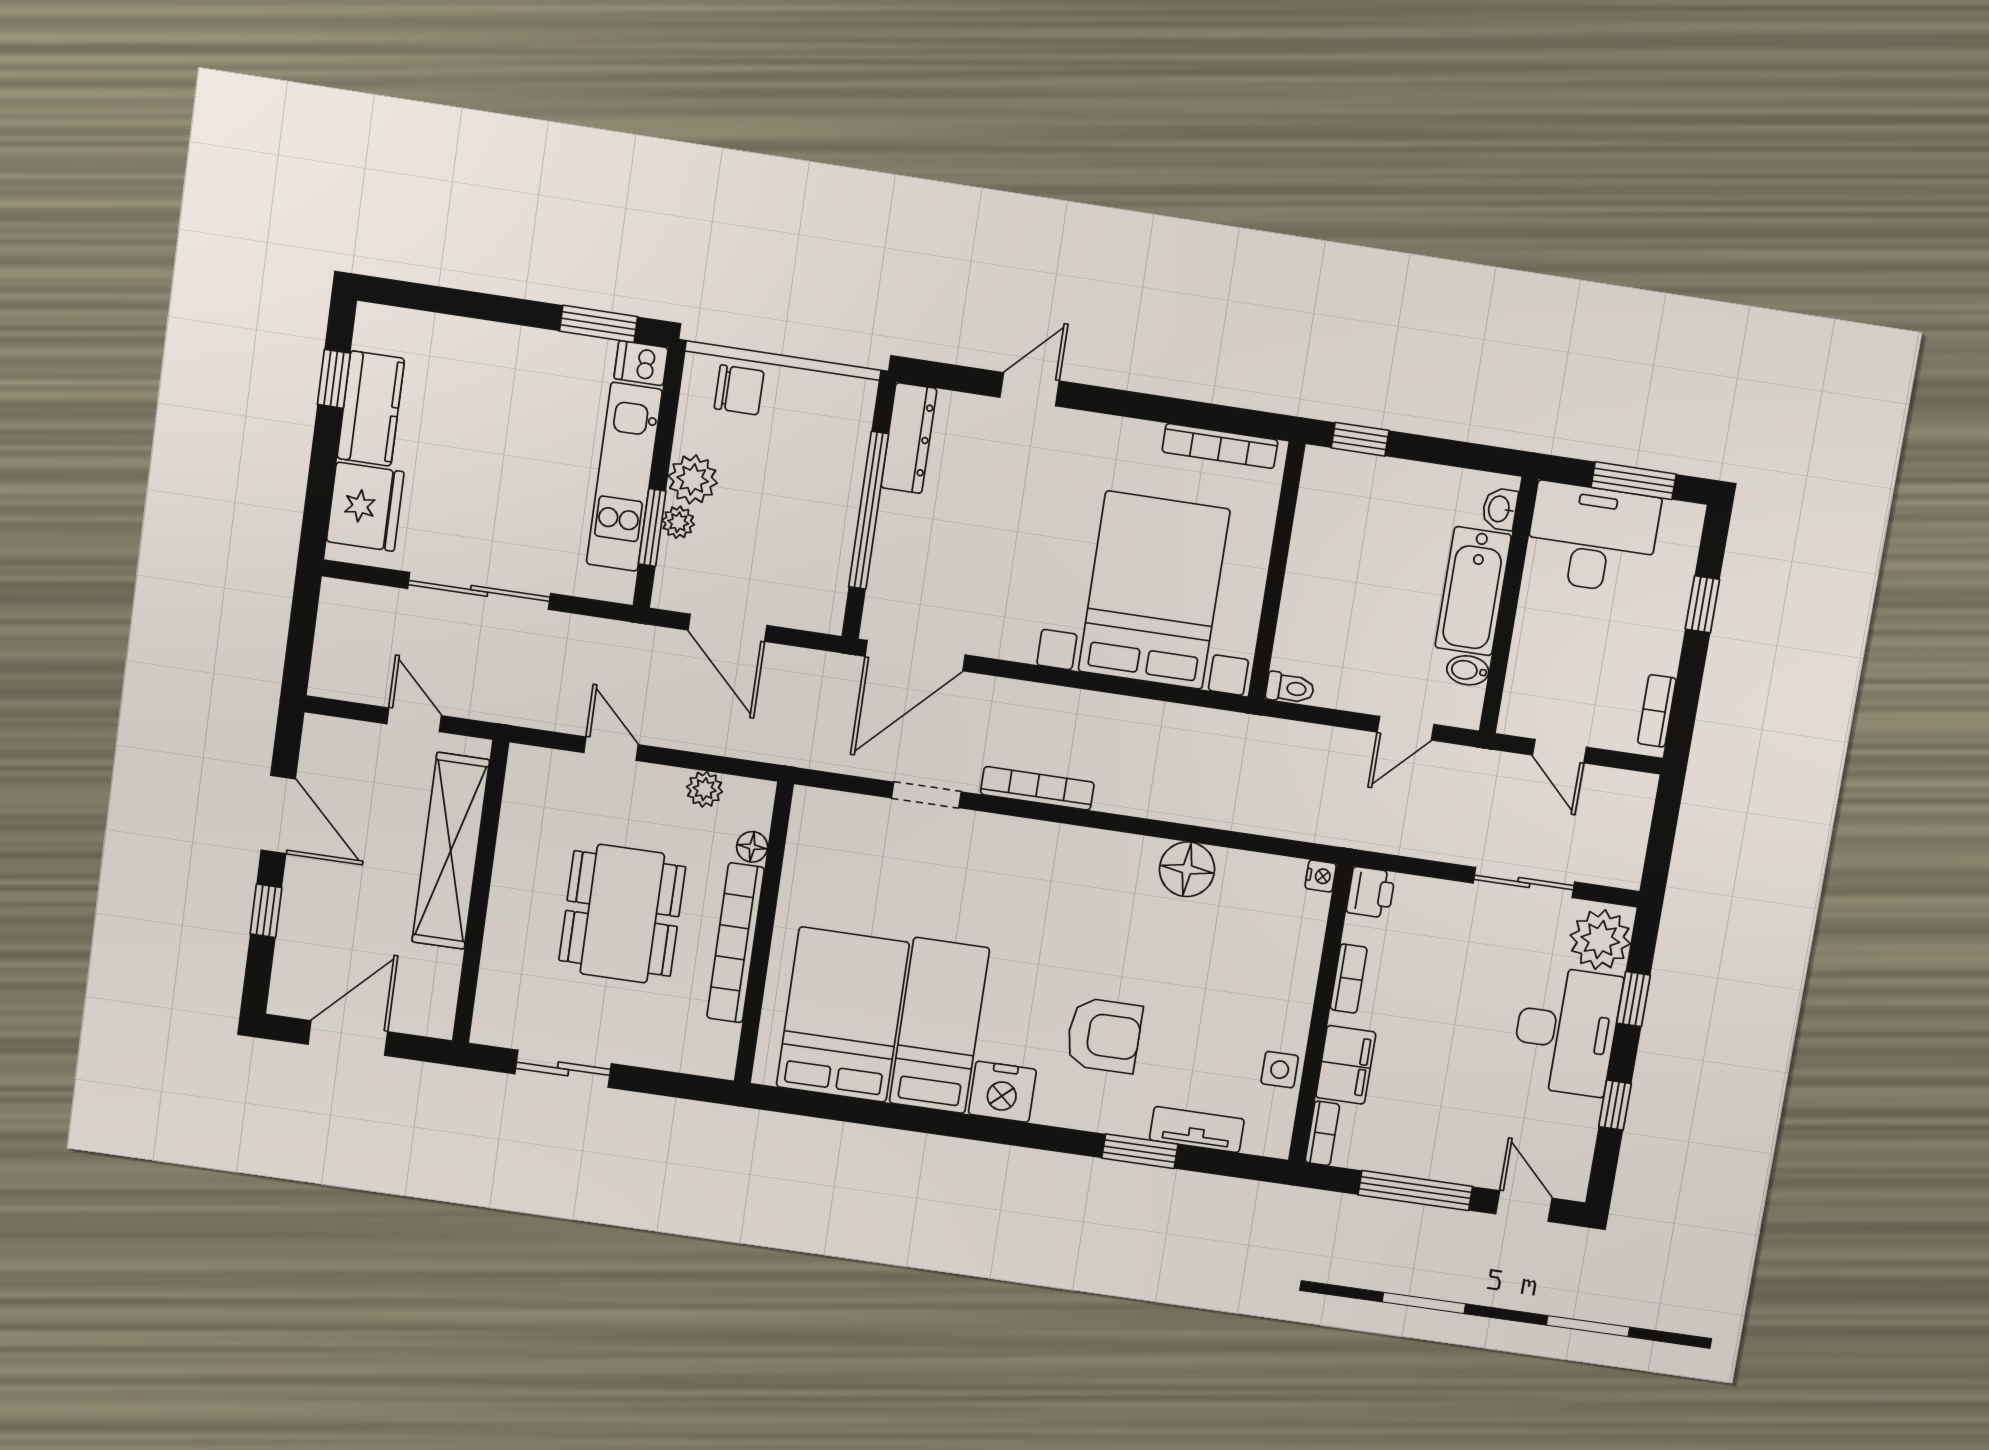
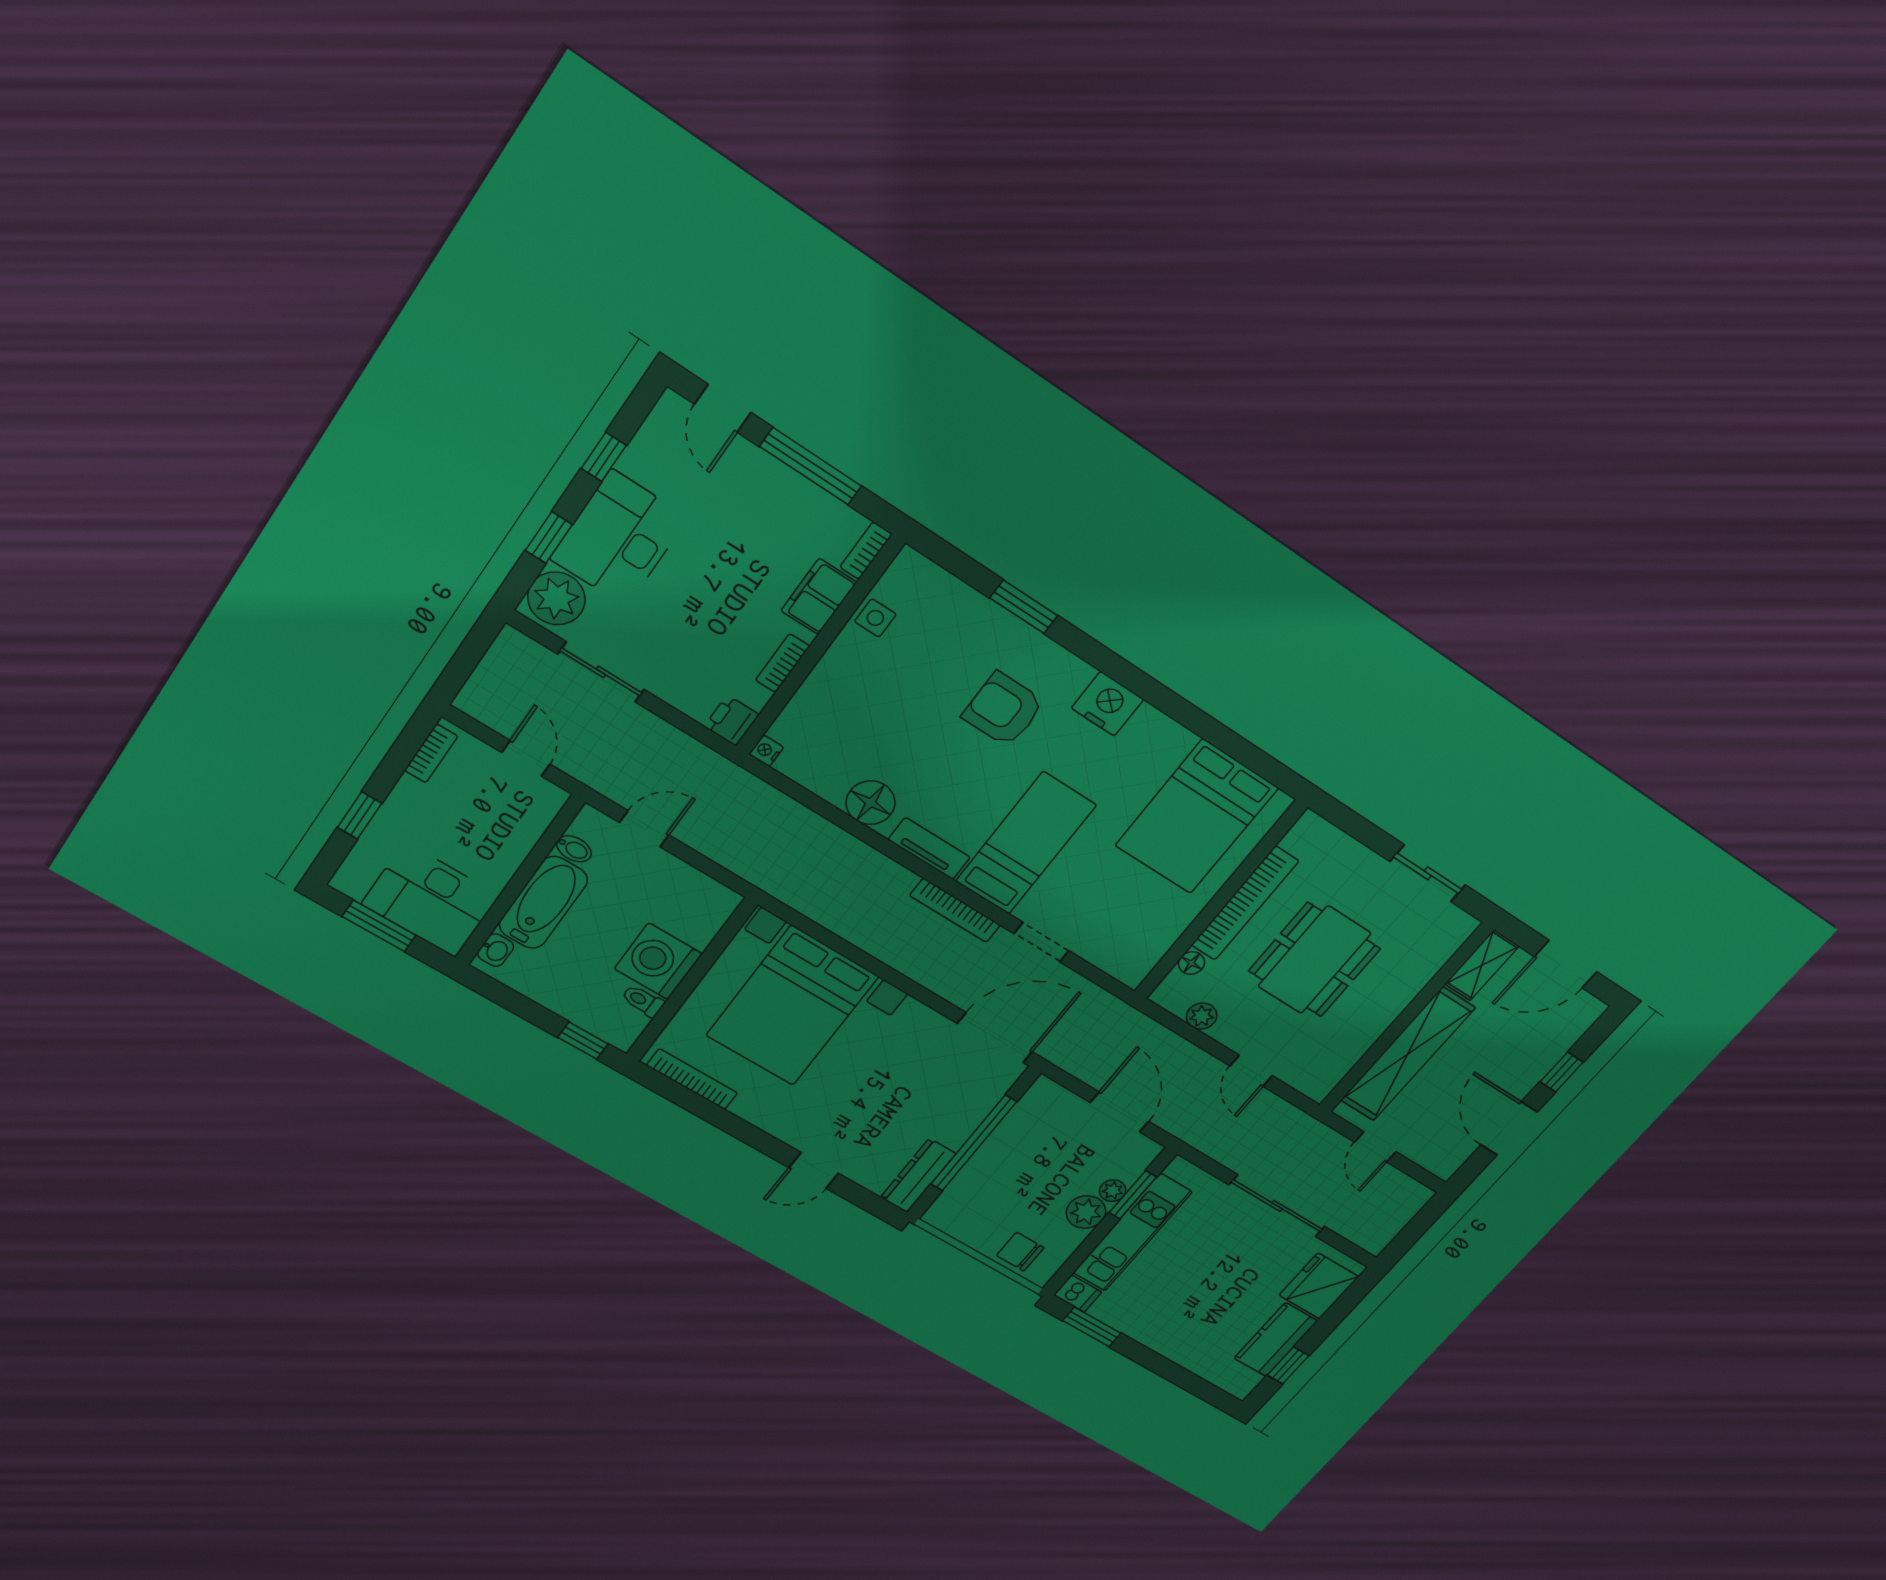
washing machine: (1322, 577) -> (658, 961), added
toilet: (1290, 688) -> (643, 1001), moved
shelving: (438, 994) -> (1482, 965), added
bed: (939, 1026) -> (1026, 843), moved, turned 180
tv unit: (1197, 1130) -> (929, 848), moved, turned 180

